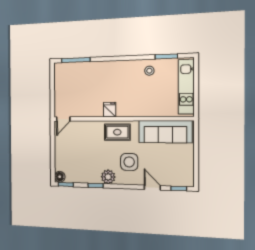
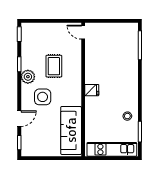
fridge: (110, 110) -> (92, 90), moved
rug: (117, 132) -> (54, 66), moved
floor lamp: (60, 177) -> (27, 28), removed

